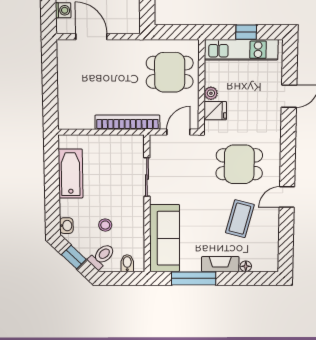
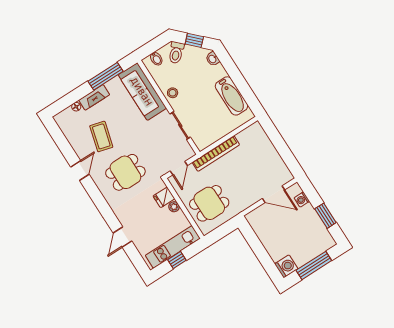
stool: (105, 225) -> (173, 93), moved

